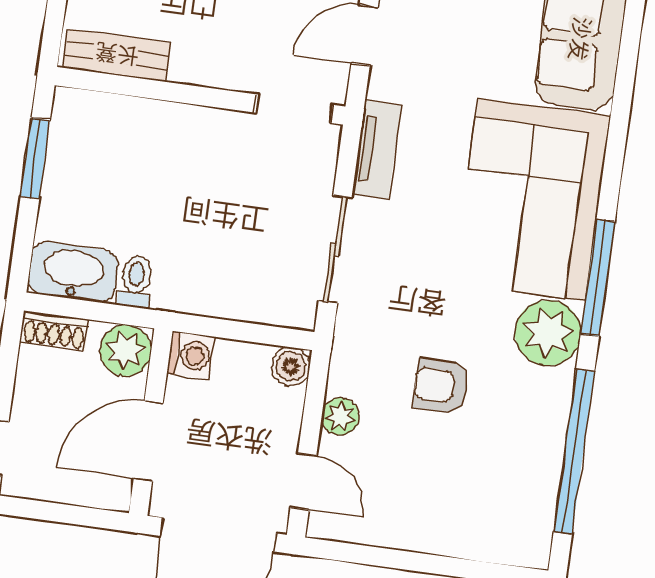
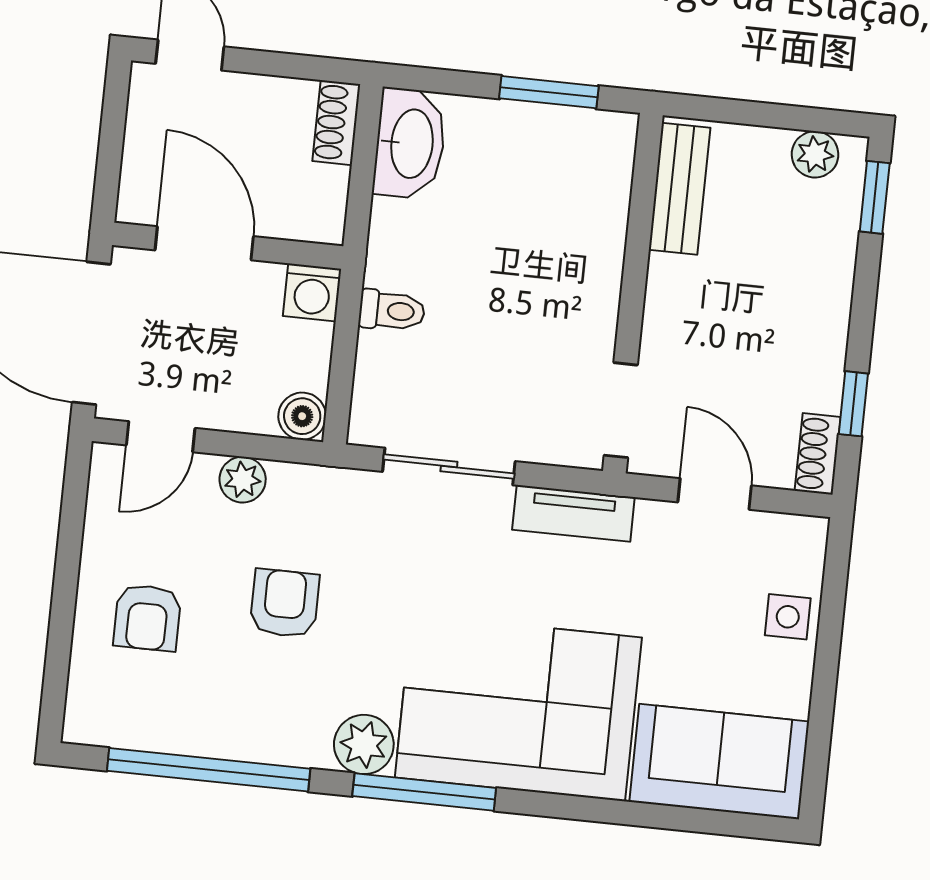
toilet: (136, 281) -> (392, 311), moved
plant: (548, 333) -> (364, 744), width x0.73, depth x0.73
plant: (126, 350) -> (315, 212), removed
armchair: (449, 497) -> (147, 618), added

